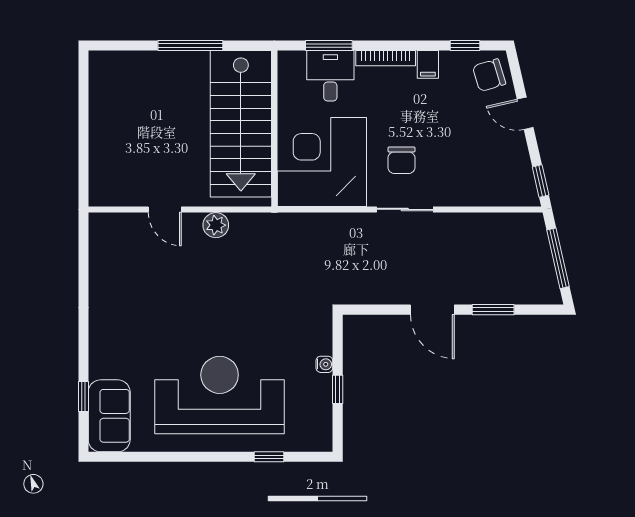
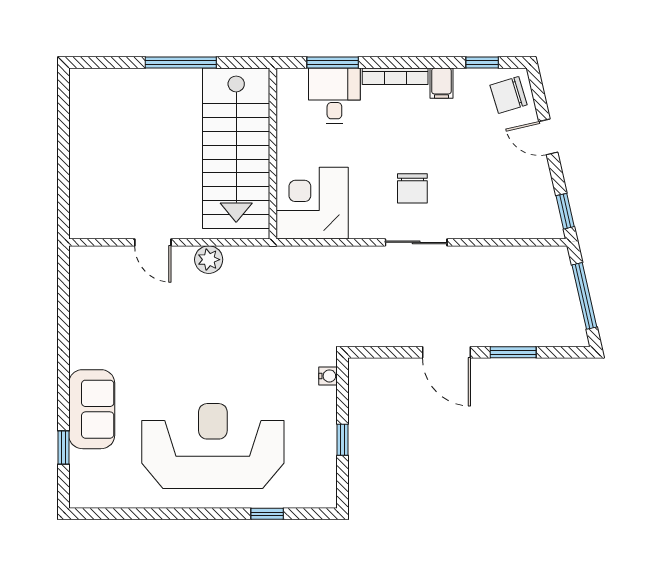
corner desk: (322, 162) -> (312, 203), width x0.74, depth x0.74
water cooler: (324, 364) -> (328, 376), moved
sofa: (109, 416) -> (92, 409), moved

